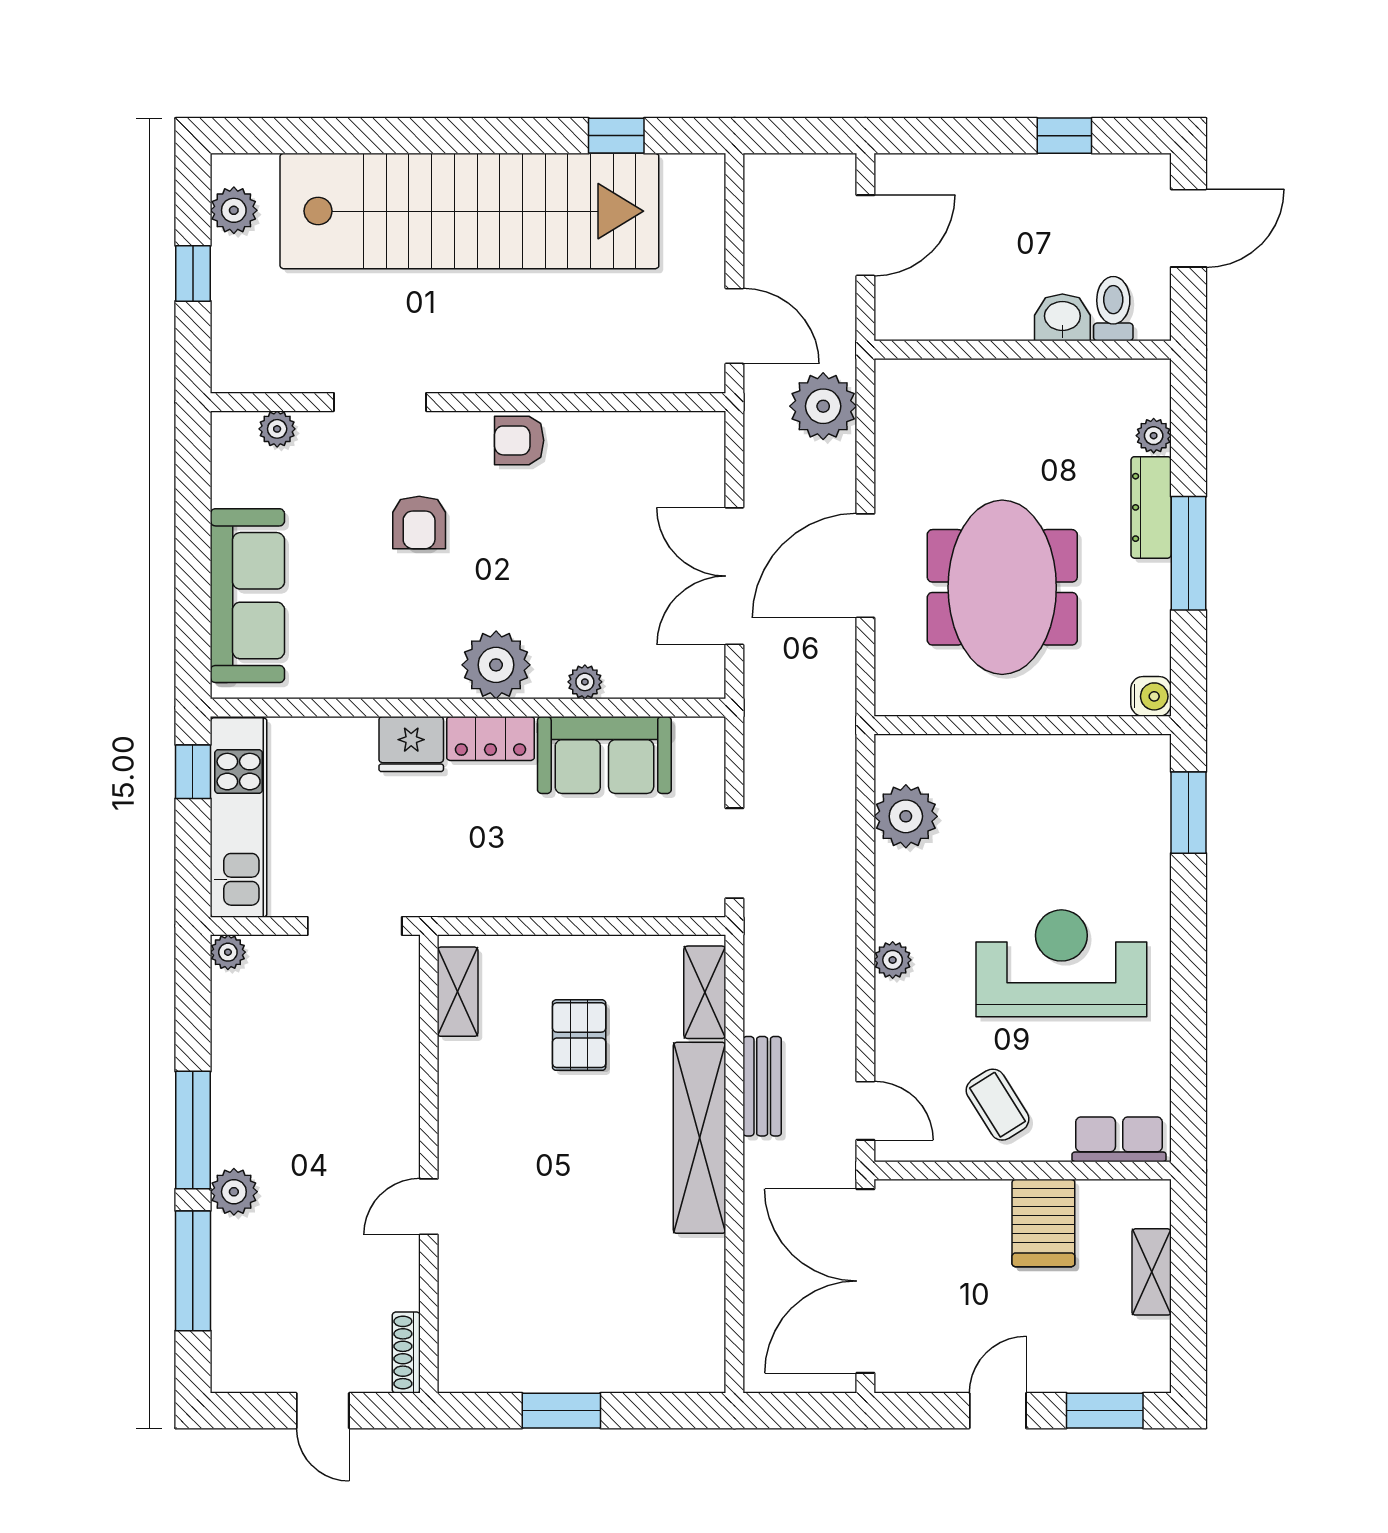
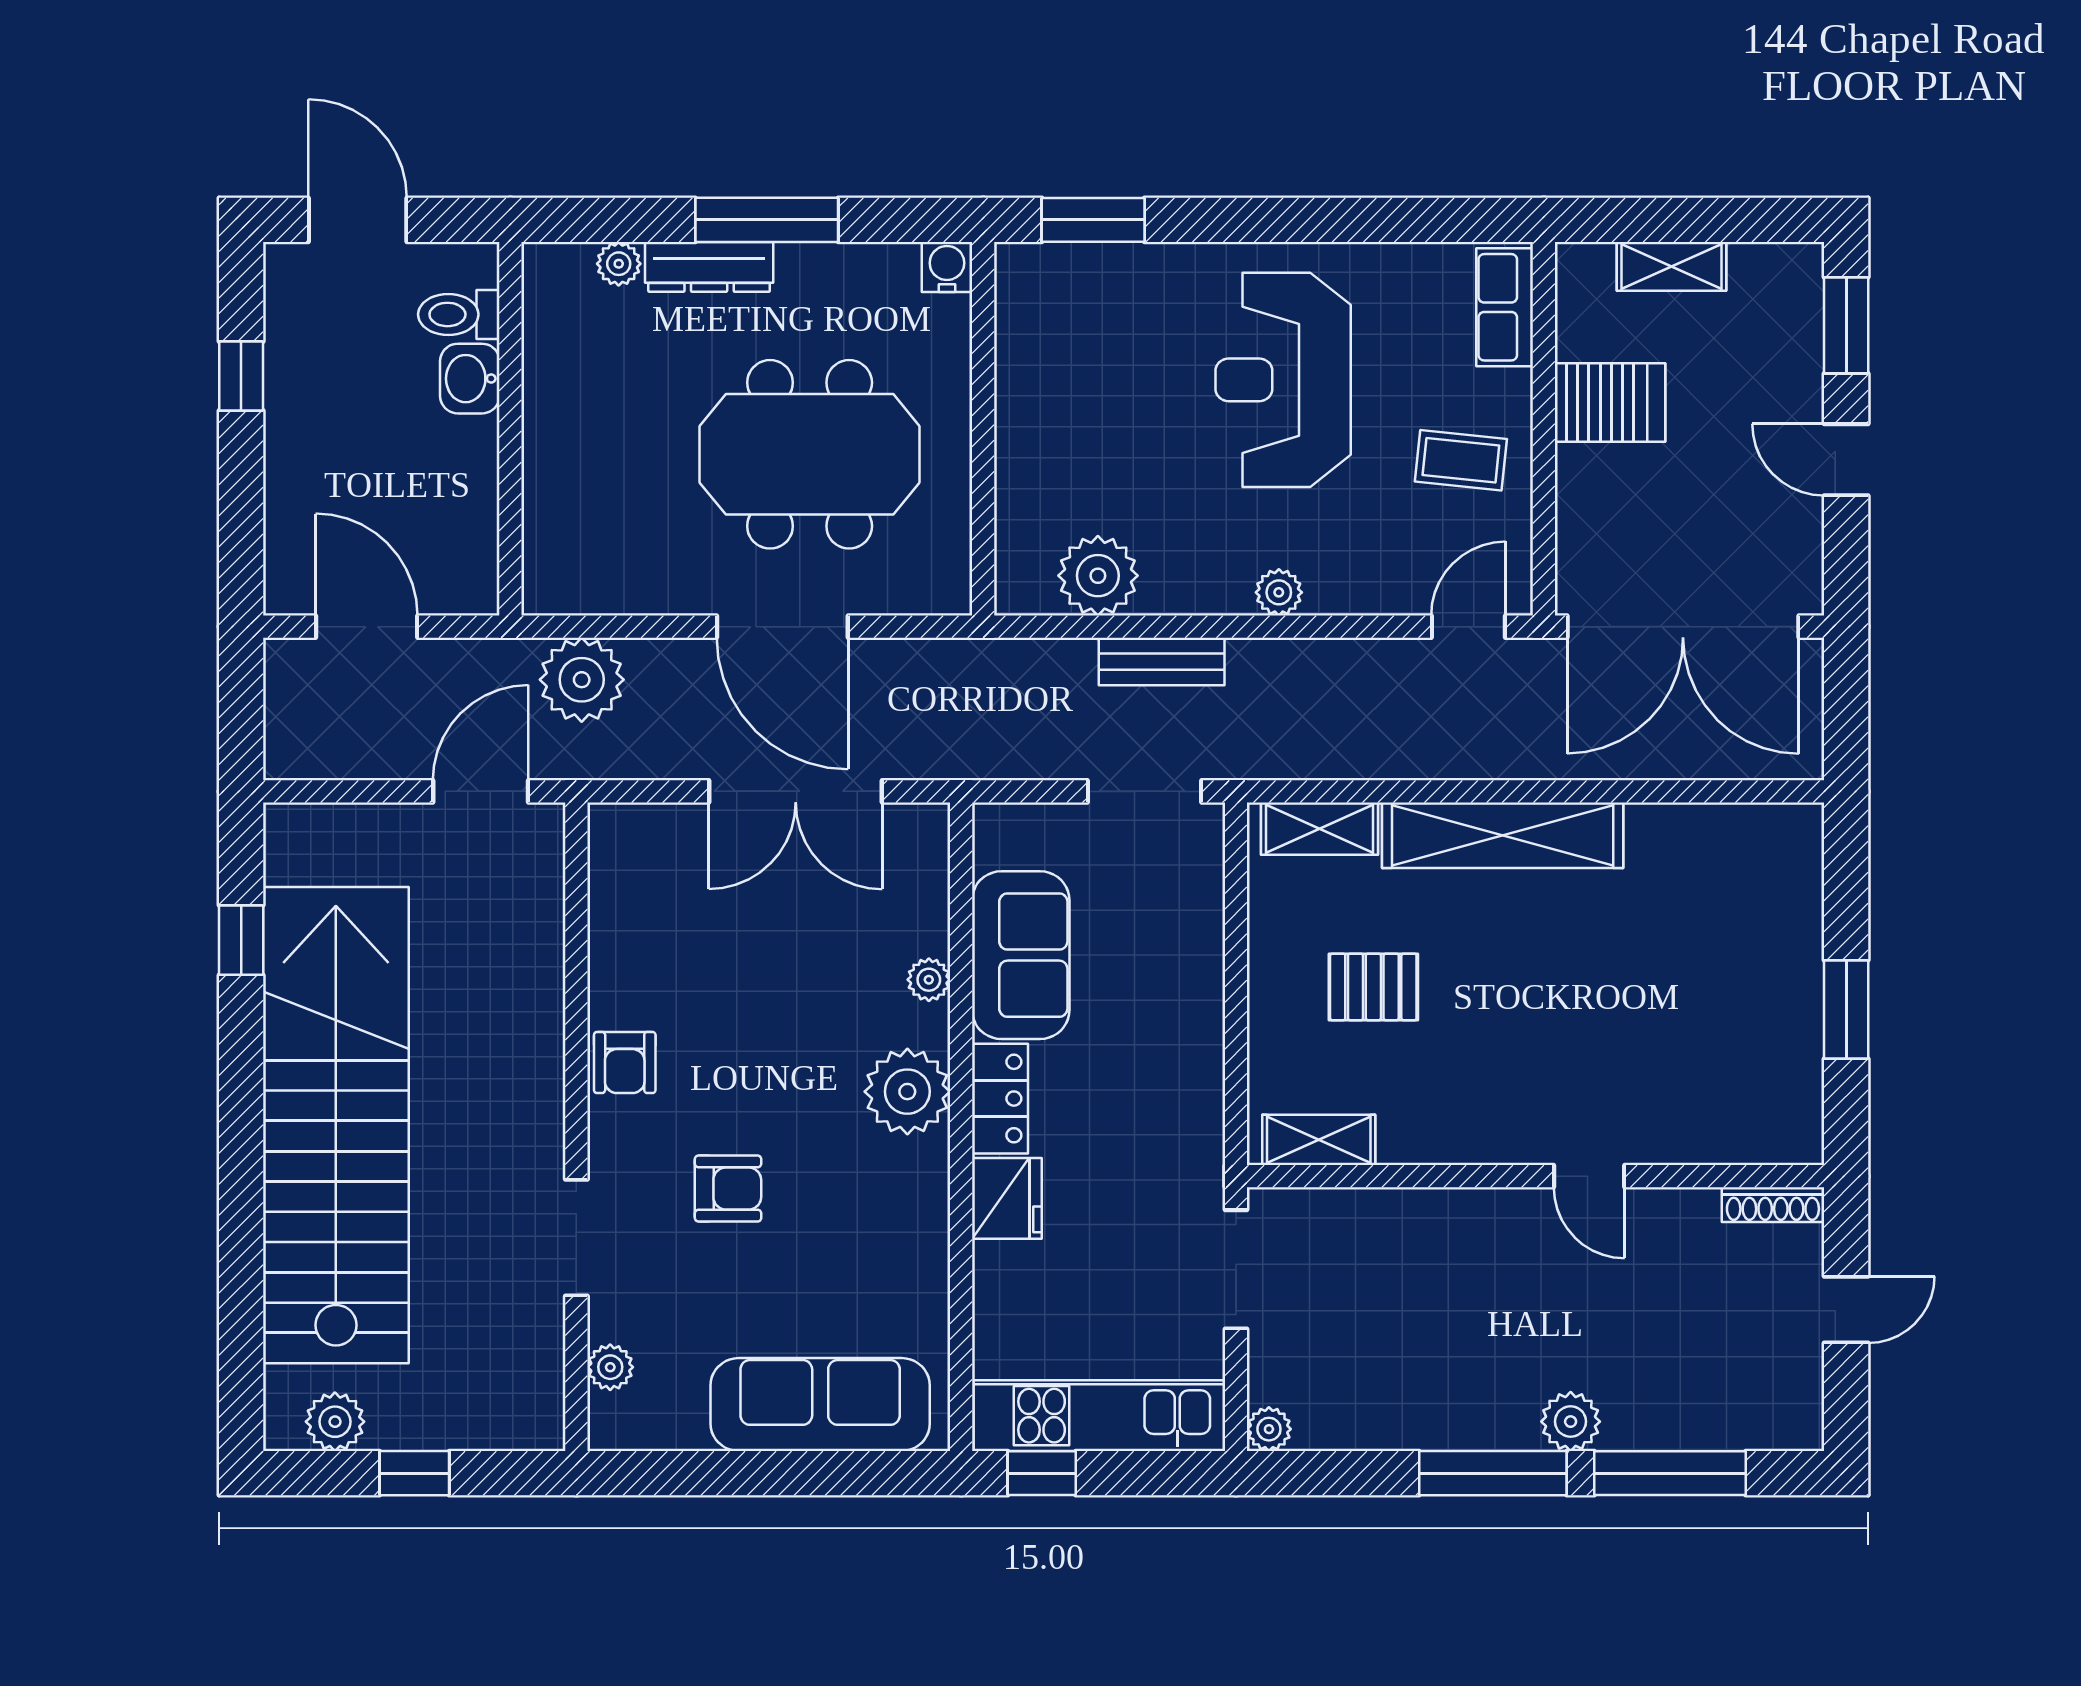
bench: (762, 1086) -> (1162, 662), moved
coffee table: (998, 1105) -> (1461, 460), turned 38

